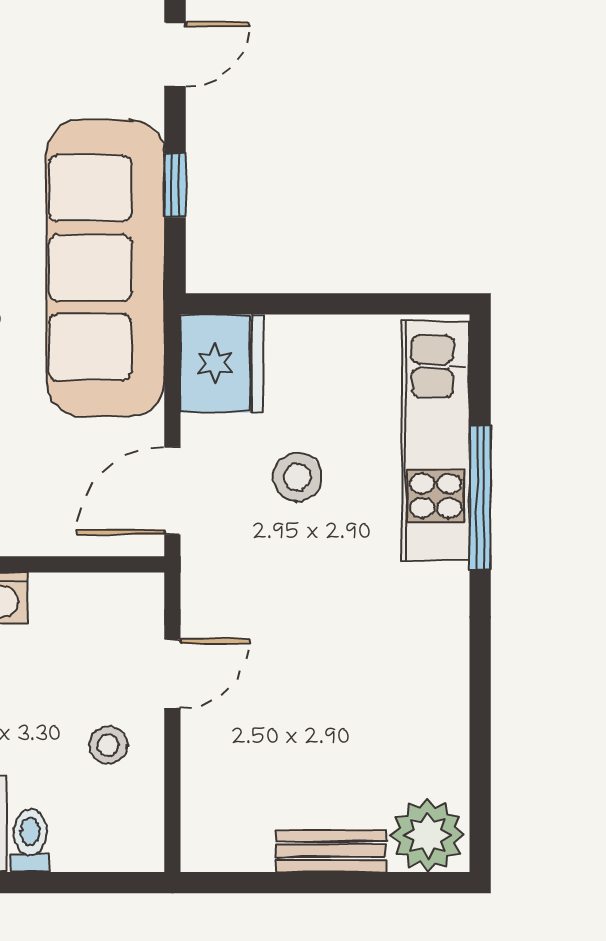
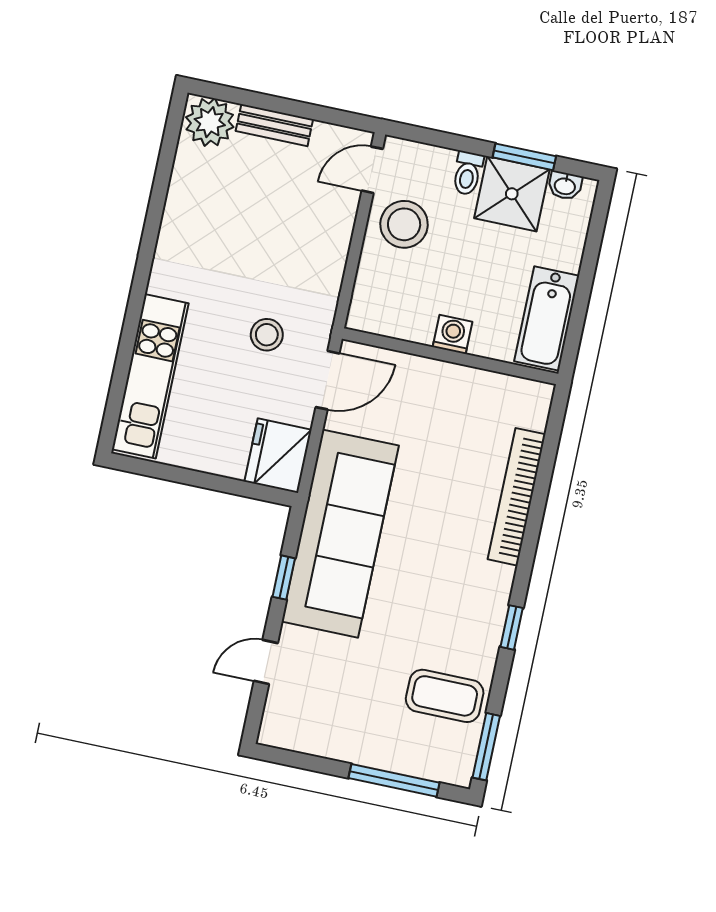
stool: (297, 477) -> (267, 335), moved
window: (480, 498) -> (129, 333), removed
door: (172, 674) -> (372, 170), moved
stool: (108, 745) -> (404, 224), width x1.89, depth x1.89

